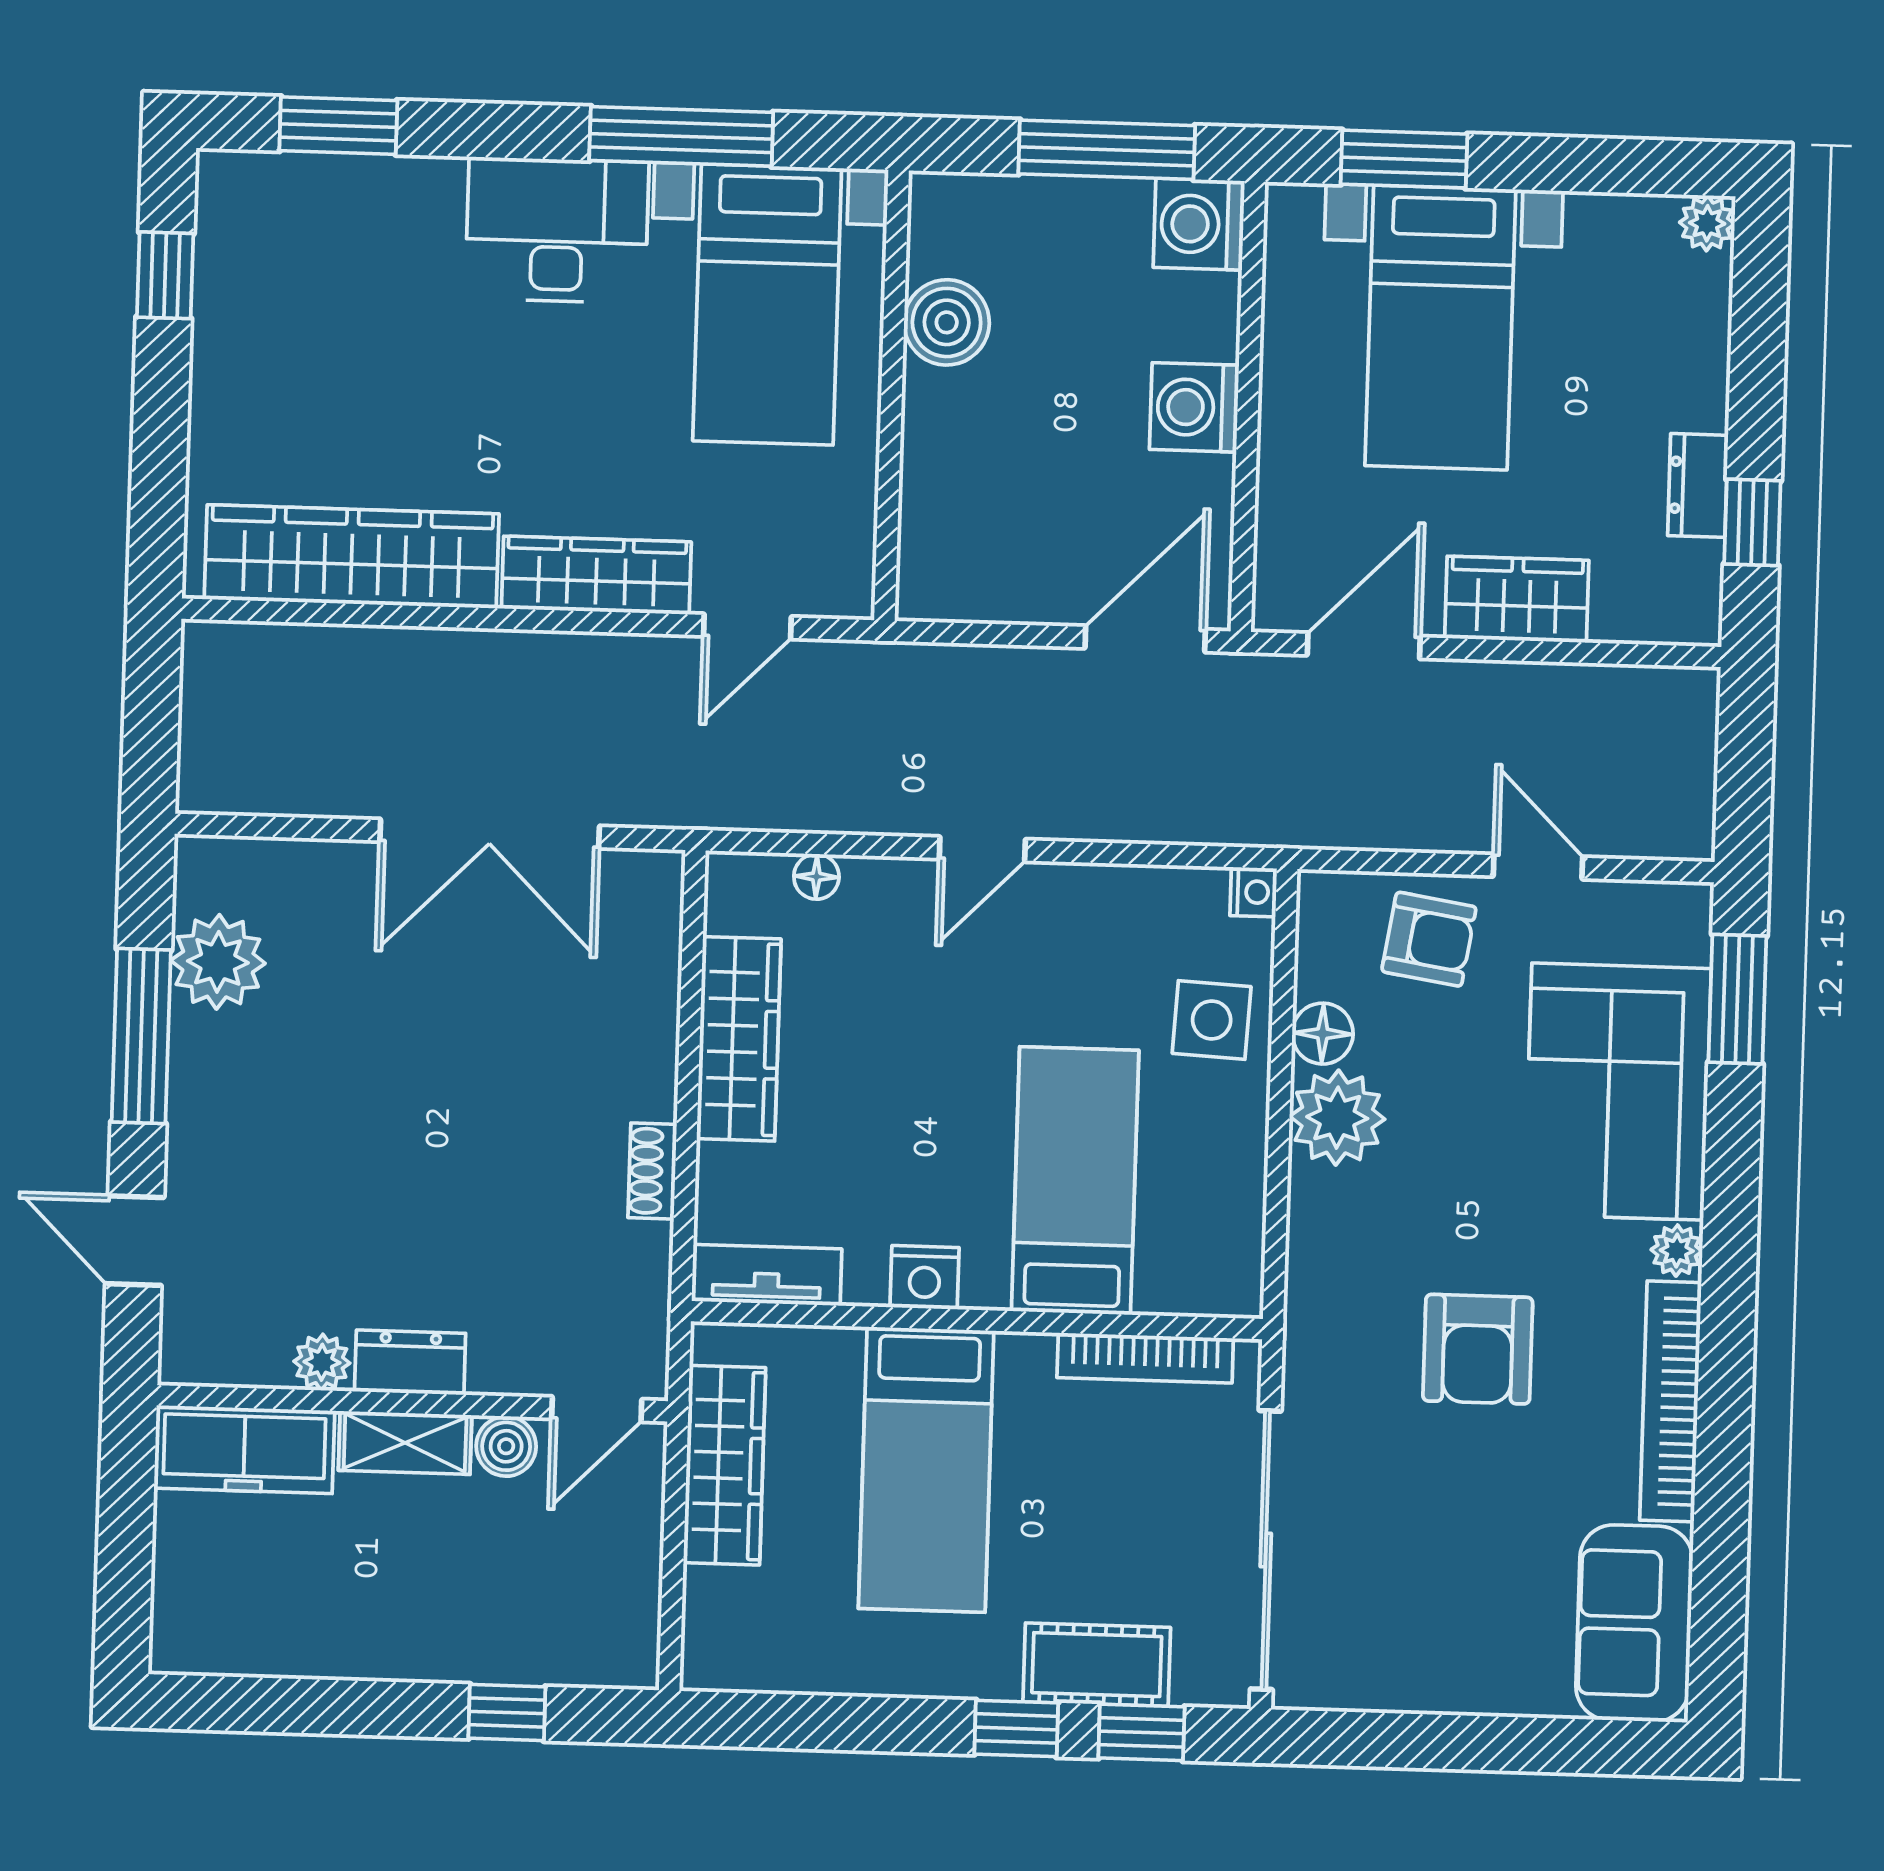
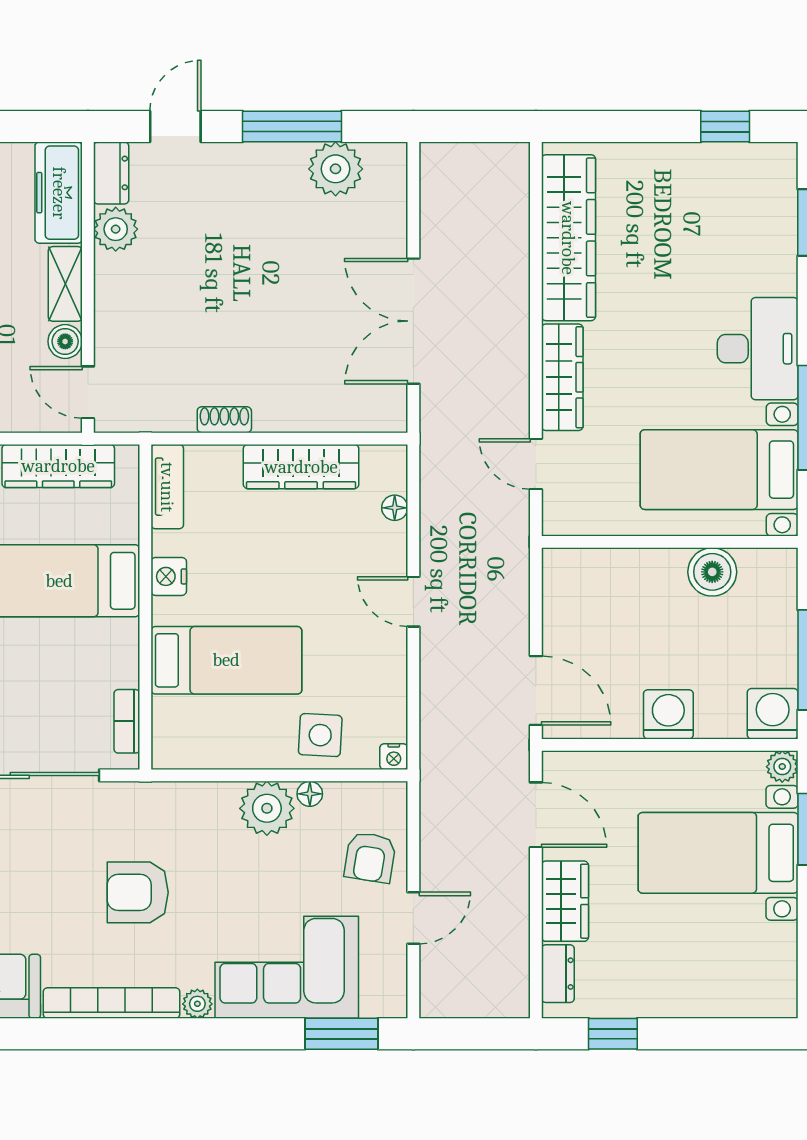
plant: (1707, 223) -> (782, 767), moved
dresser: (1698, 485) -> (558, 974), moved, turned 90
floor lamp: (1323, 1034) -> (310, 794), width x0.73, depth x0.73
bookcase: (1145, 1358) -> (127, 721), width x0.64
plant: (322, 1362) -> (116, 229), width x1.38, depth x1.38
dresser: (410, 1362) -> (111, 173), moved

